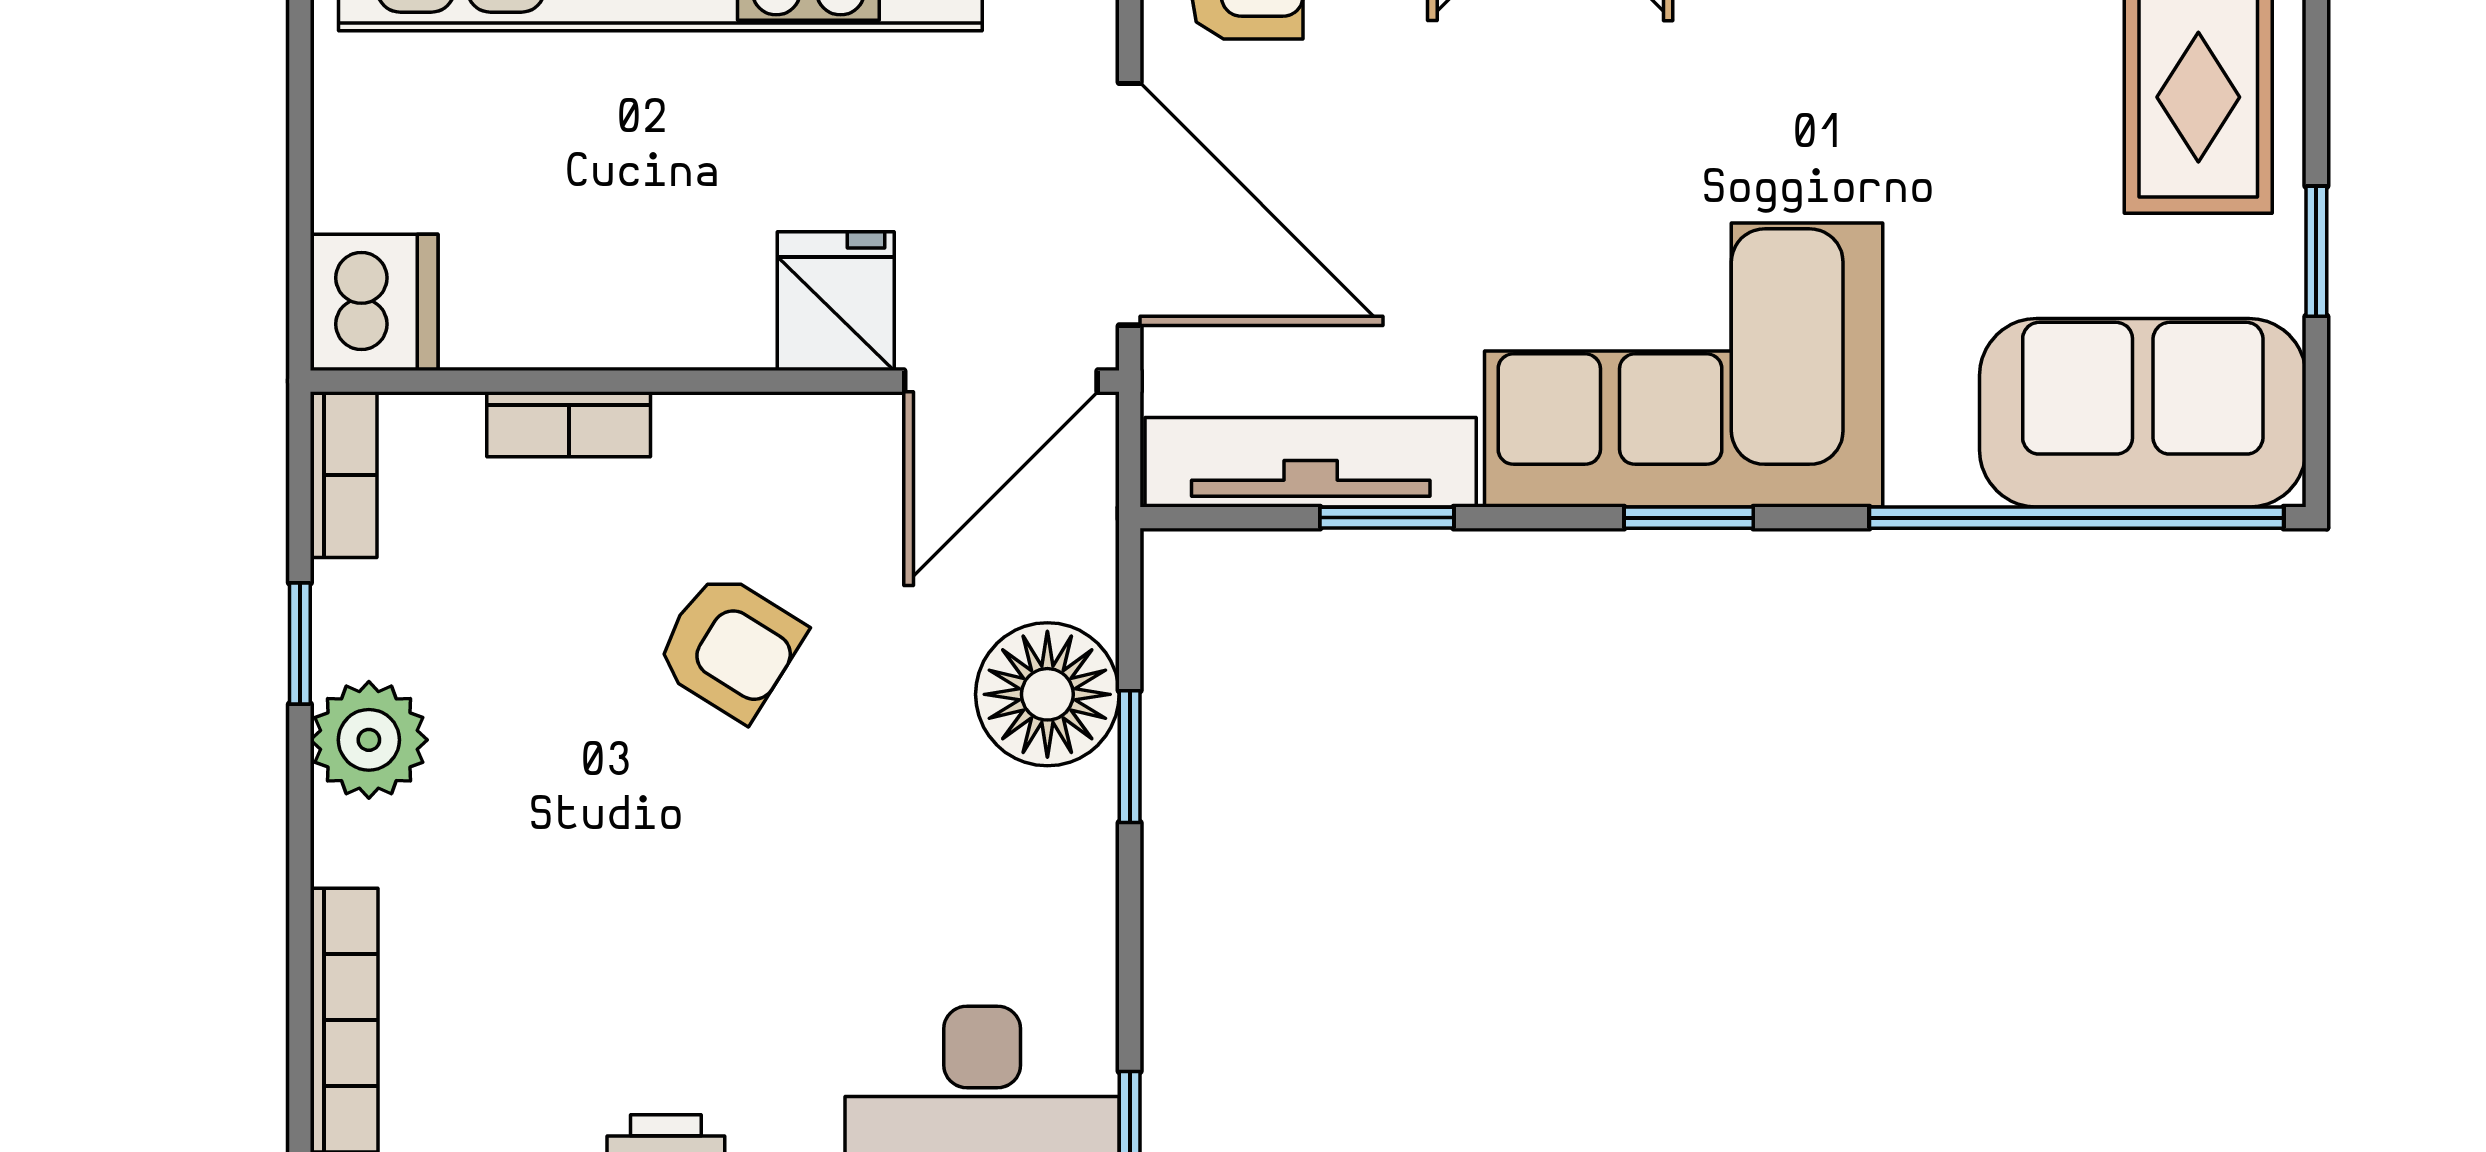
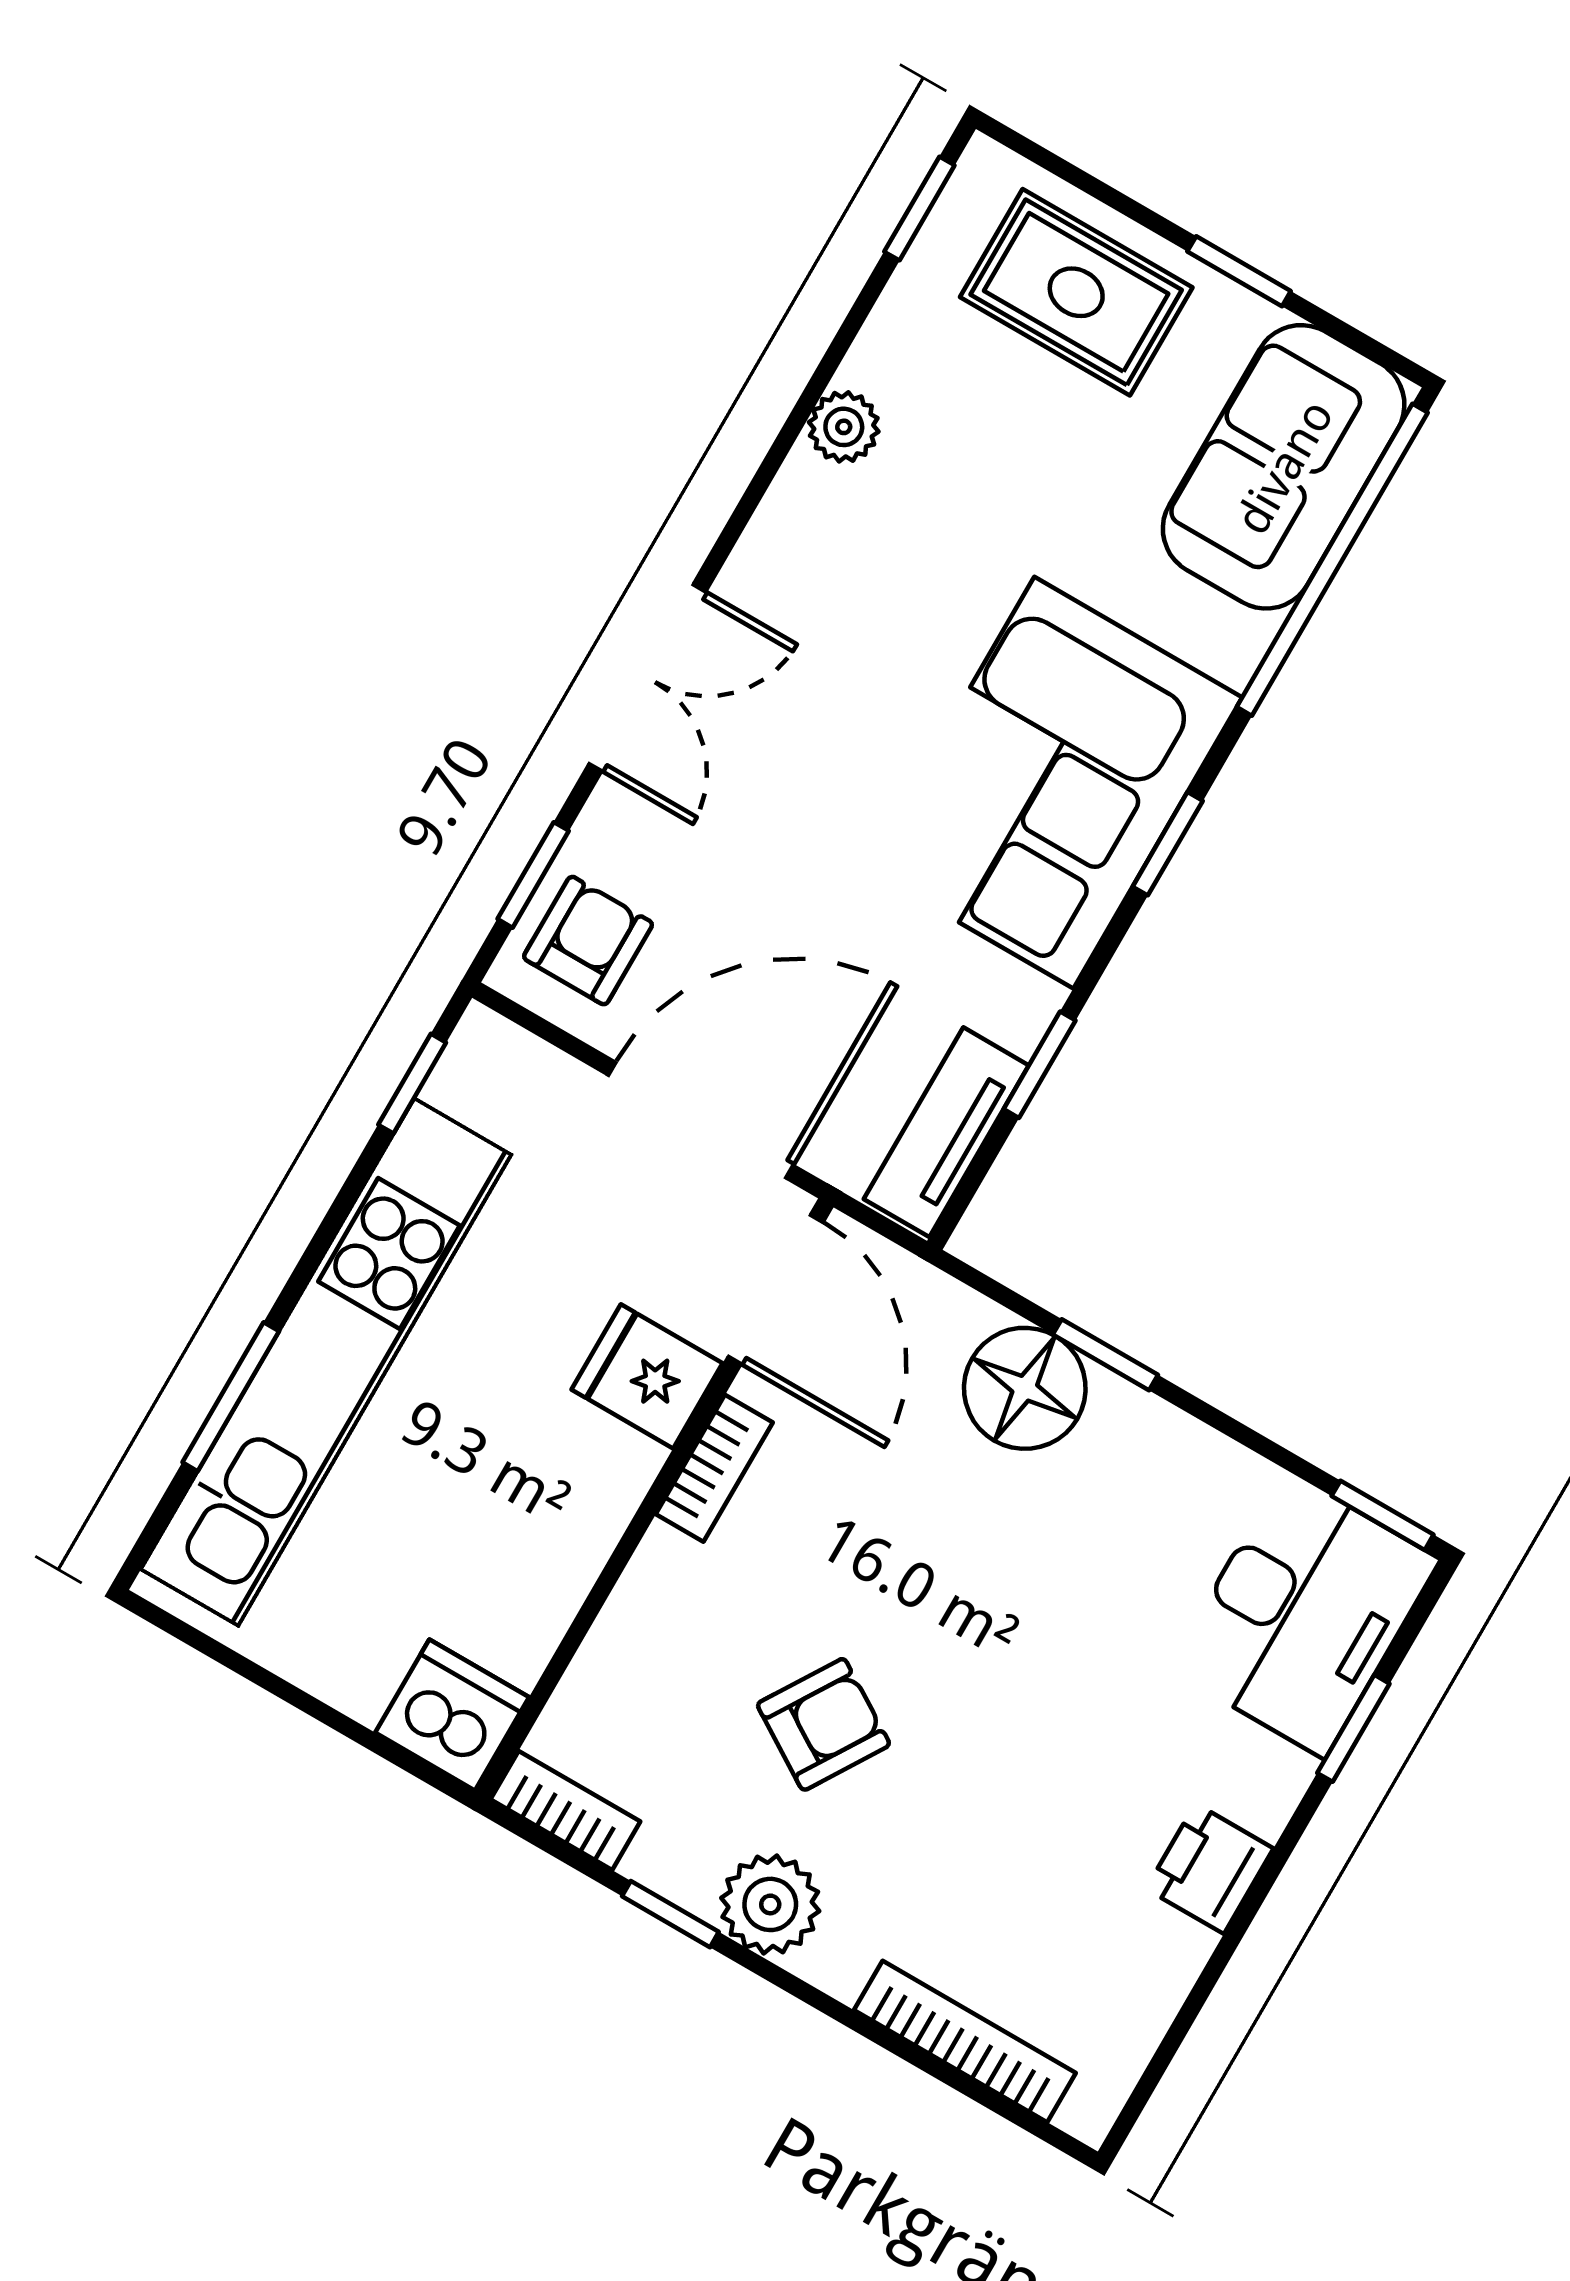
bookcase: (569, 424) -> (714, 1468), moved
tv unit: (1311, 462) -> (946, 1132), width x0.71
armchair: (730, 646) -> (823, 1724), moved

